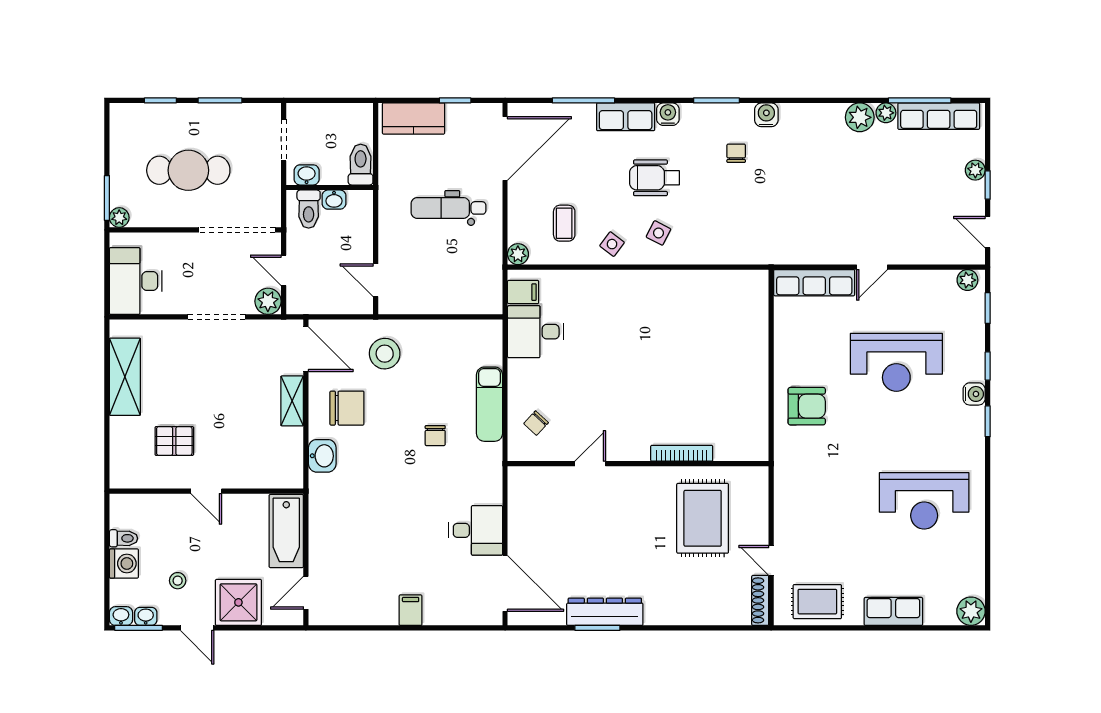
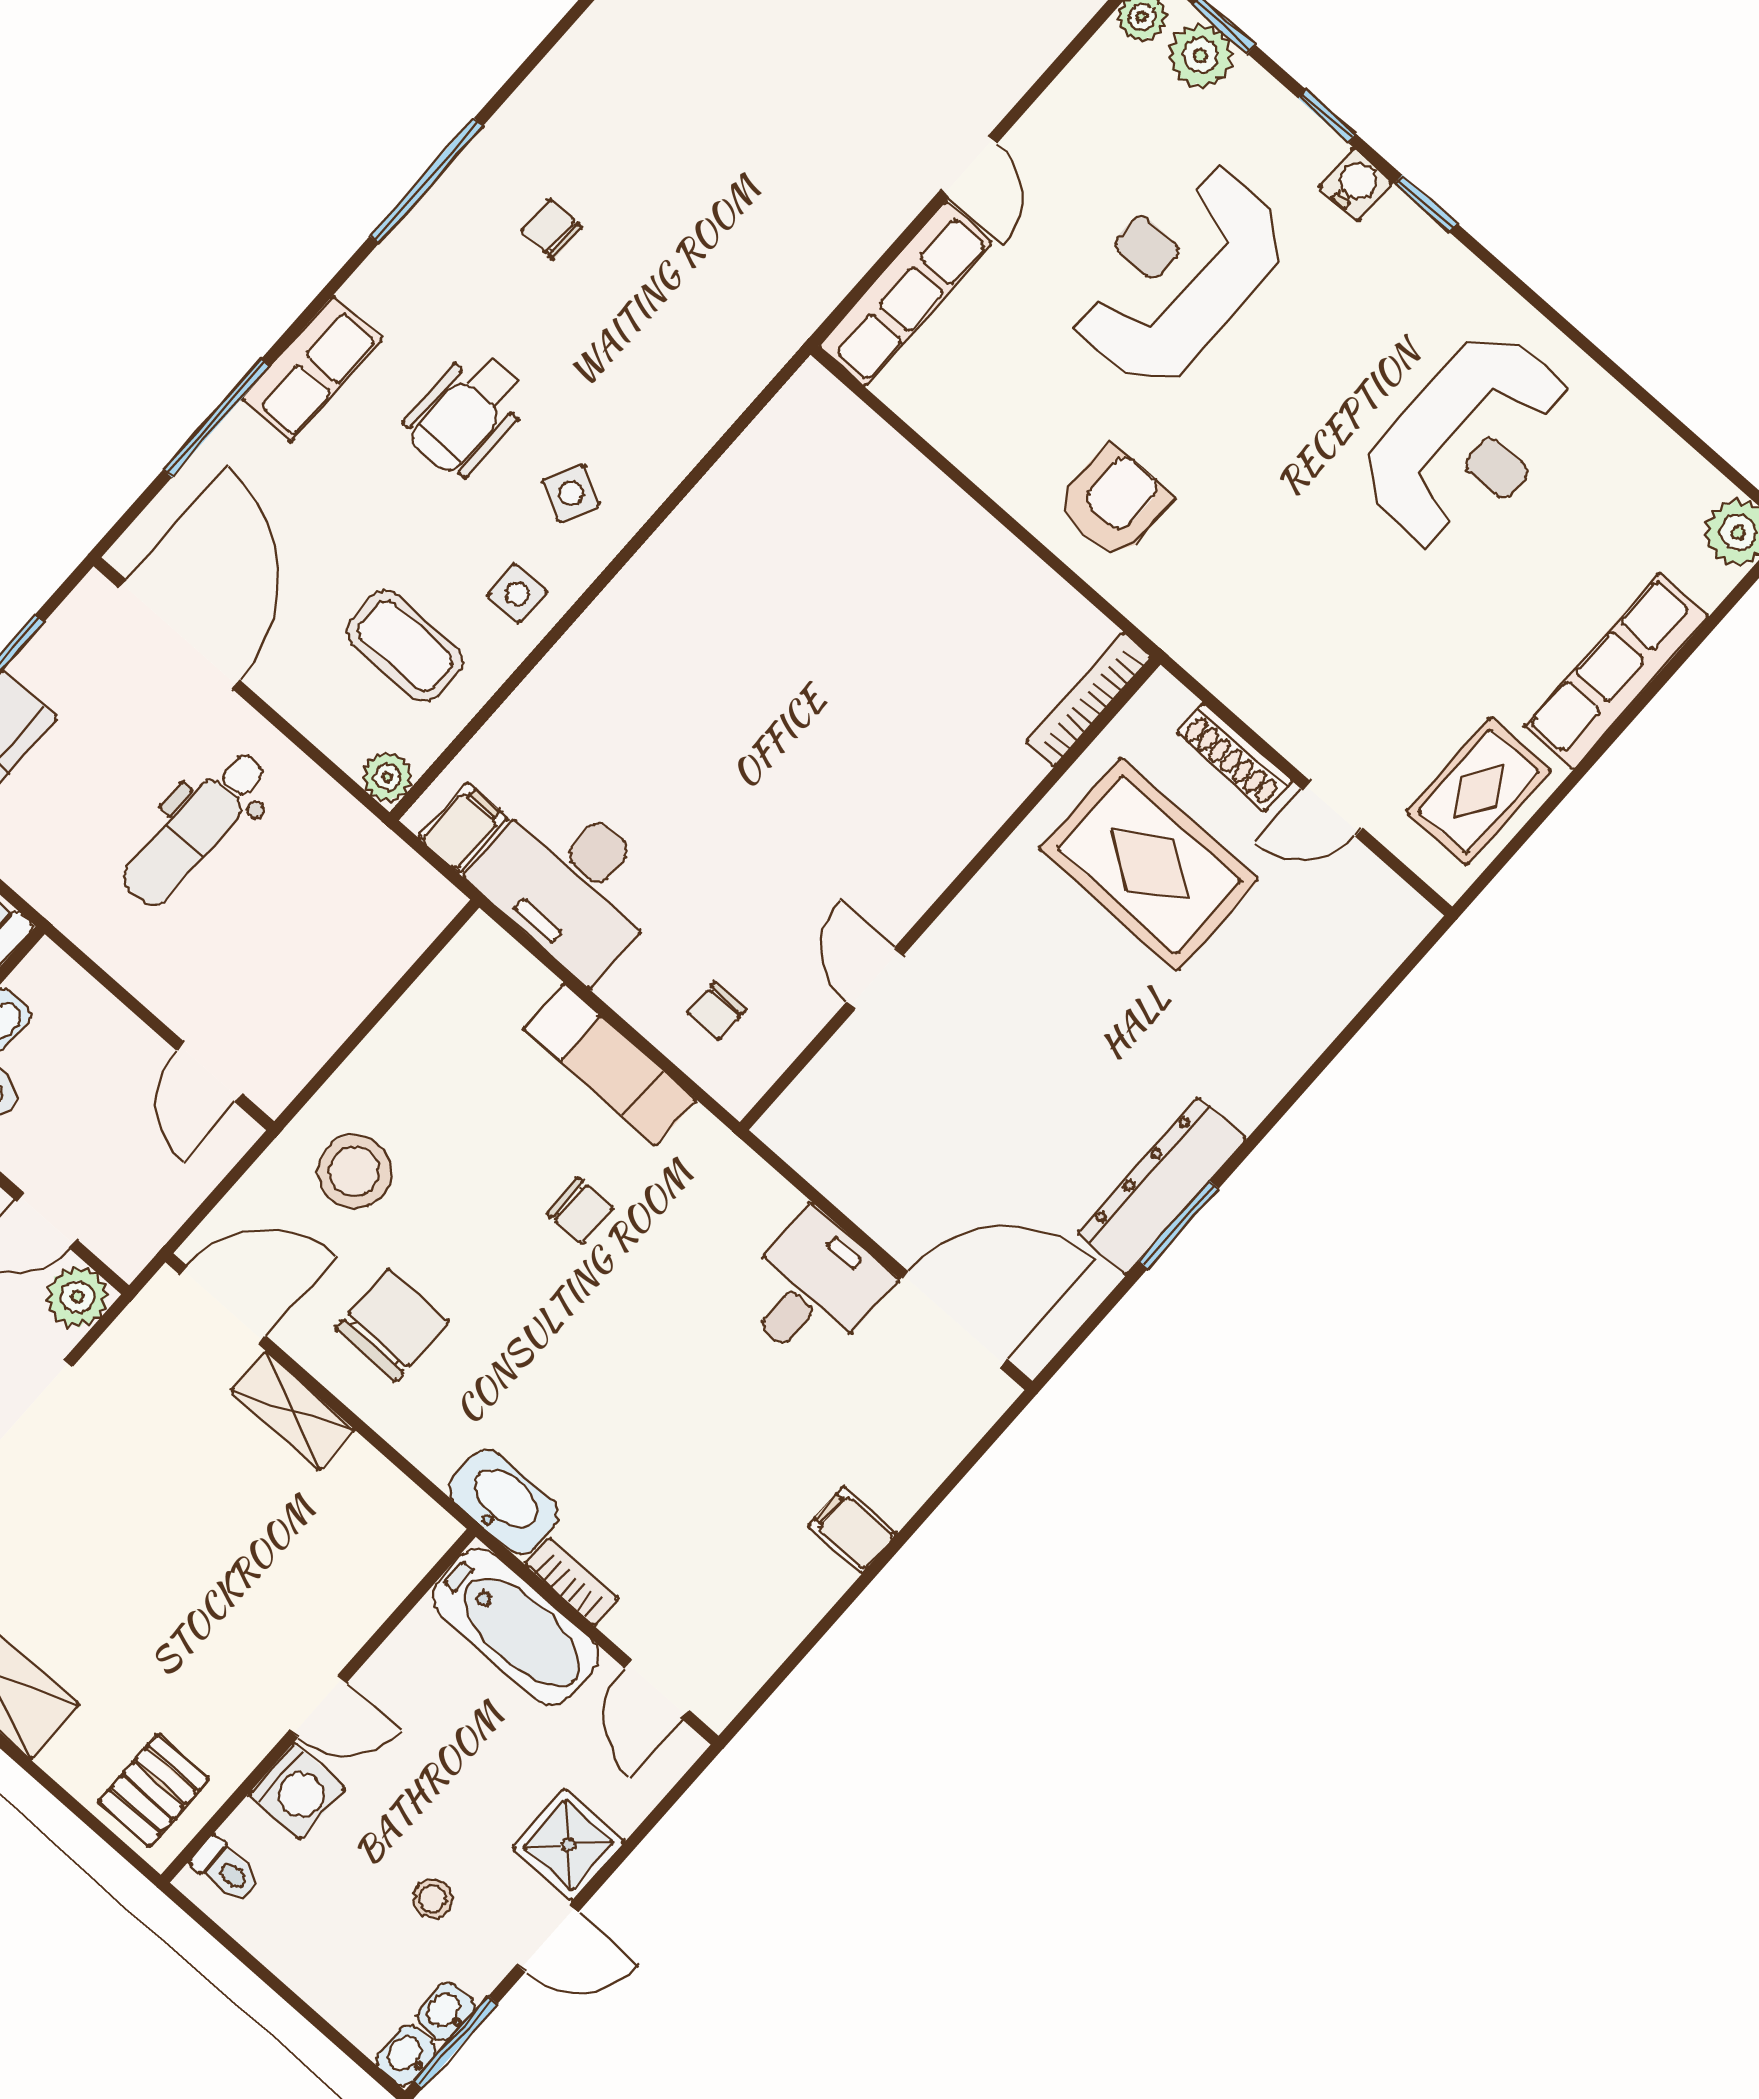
window: (716, 100) -> (426, 181), width x1.44
water cooler: (668, 114) -> (374, 289), removed
water cooler: (766, 115) -> (531, 115), removed
coffee table: (564, 223) -> (405, 646), width x1.36, depth x1.30
side table: (612, 244) -> (518, 594), turned -37
door: (376, 280) -> (209, 1072), hinge flipped
plant: (971, 309) -> (1201, 56), added
desk: (536, 332) -> (570, 883), width x1.37
reception desk: (896, 362) -> (1177, 273), turned 180
chair: (536, 423) -> (717, 1011), turned 47
pallet: (174, 441) -> (154, 1790), moved
bookcase: (682, 453) -> (1089, 699), moved
washbasin: (322, 456) -> (504, 1502), moved, width x1.38
bookcase: (316, 536) -> (572, 1582), added
toilet: (124, 538) -> (226, 1870), moved, turned 90
washing machine: (124, 563) -> (297, 1791), moved, turned 90
shoe rack: (760, 600) -> (1235, 757), moved
shower: (238, 602) -> (568, 1845), width x0.73, depth x0.73
row of seats: (893, 611) -> (1616, 671), width x1.48

